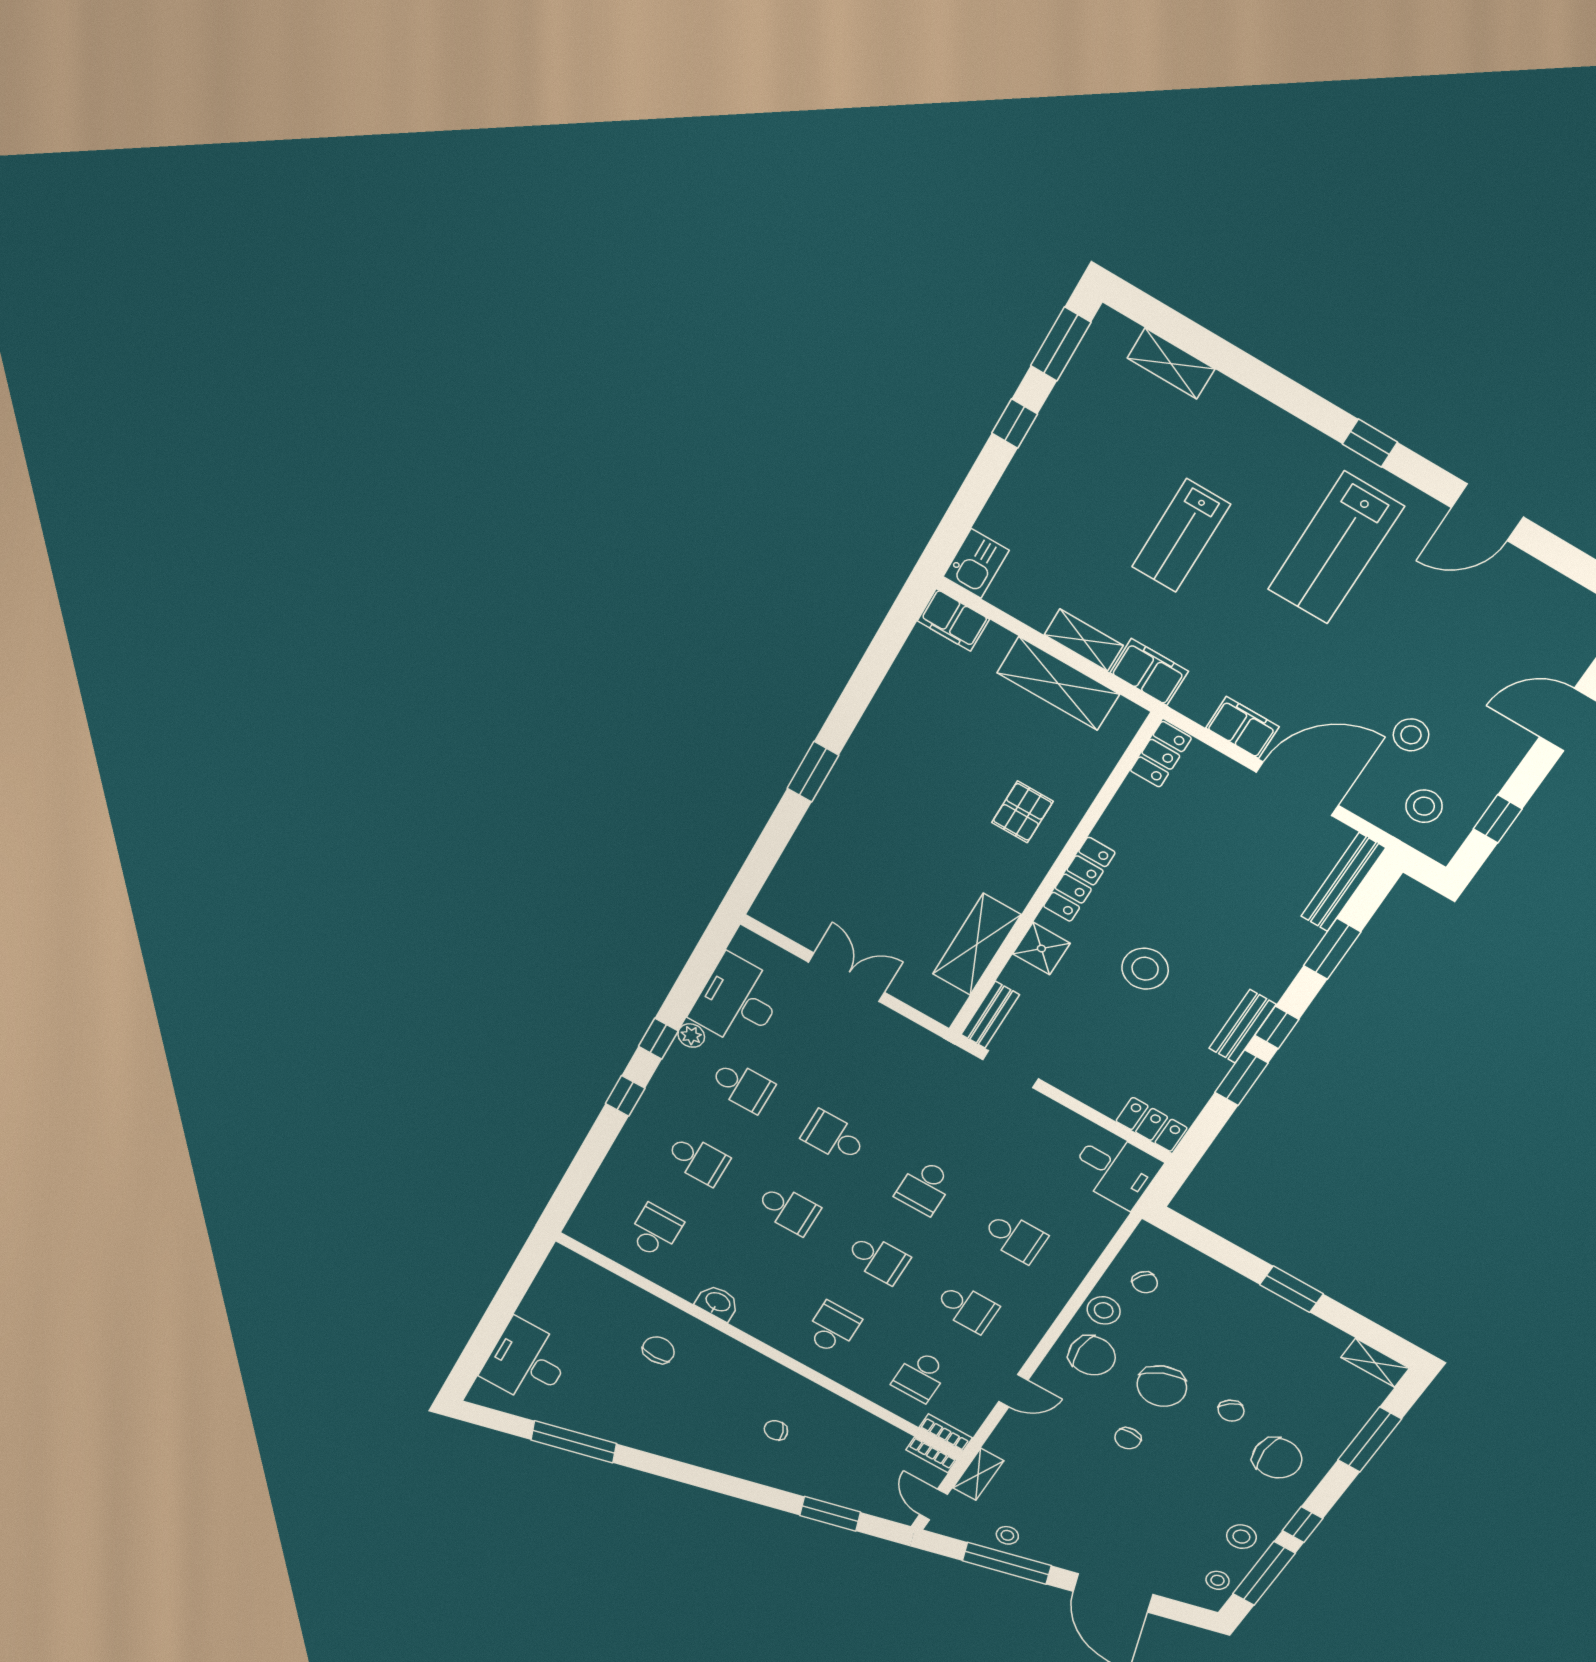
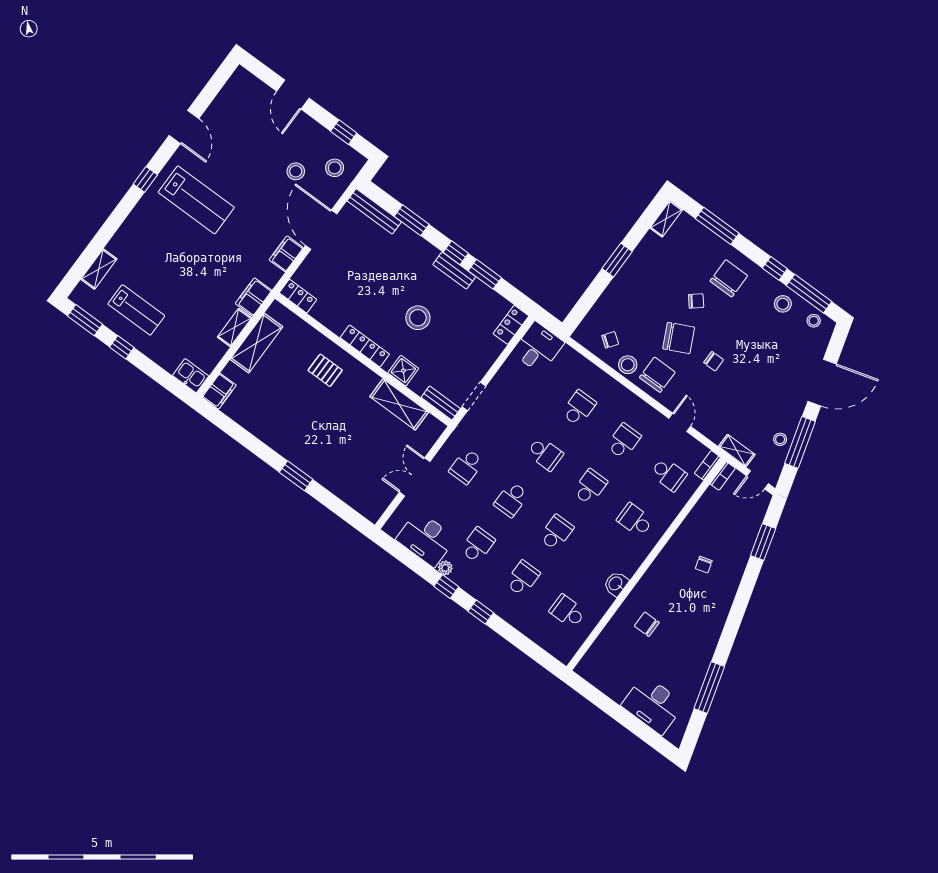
lab bench: (1181, 536) -> (136, 310), moved
school desk: (881, 1062) -> (466, 466), added

